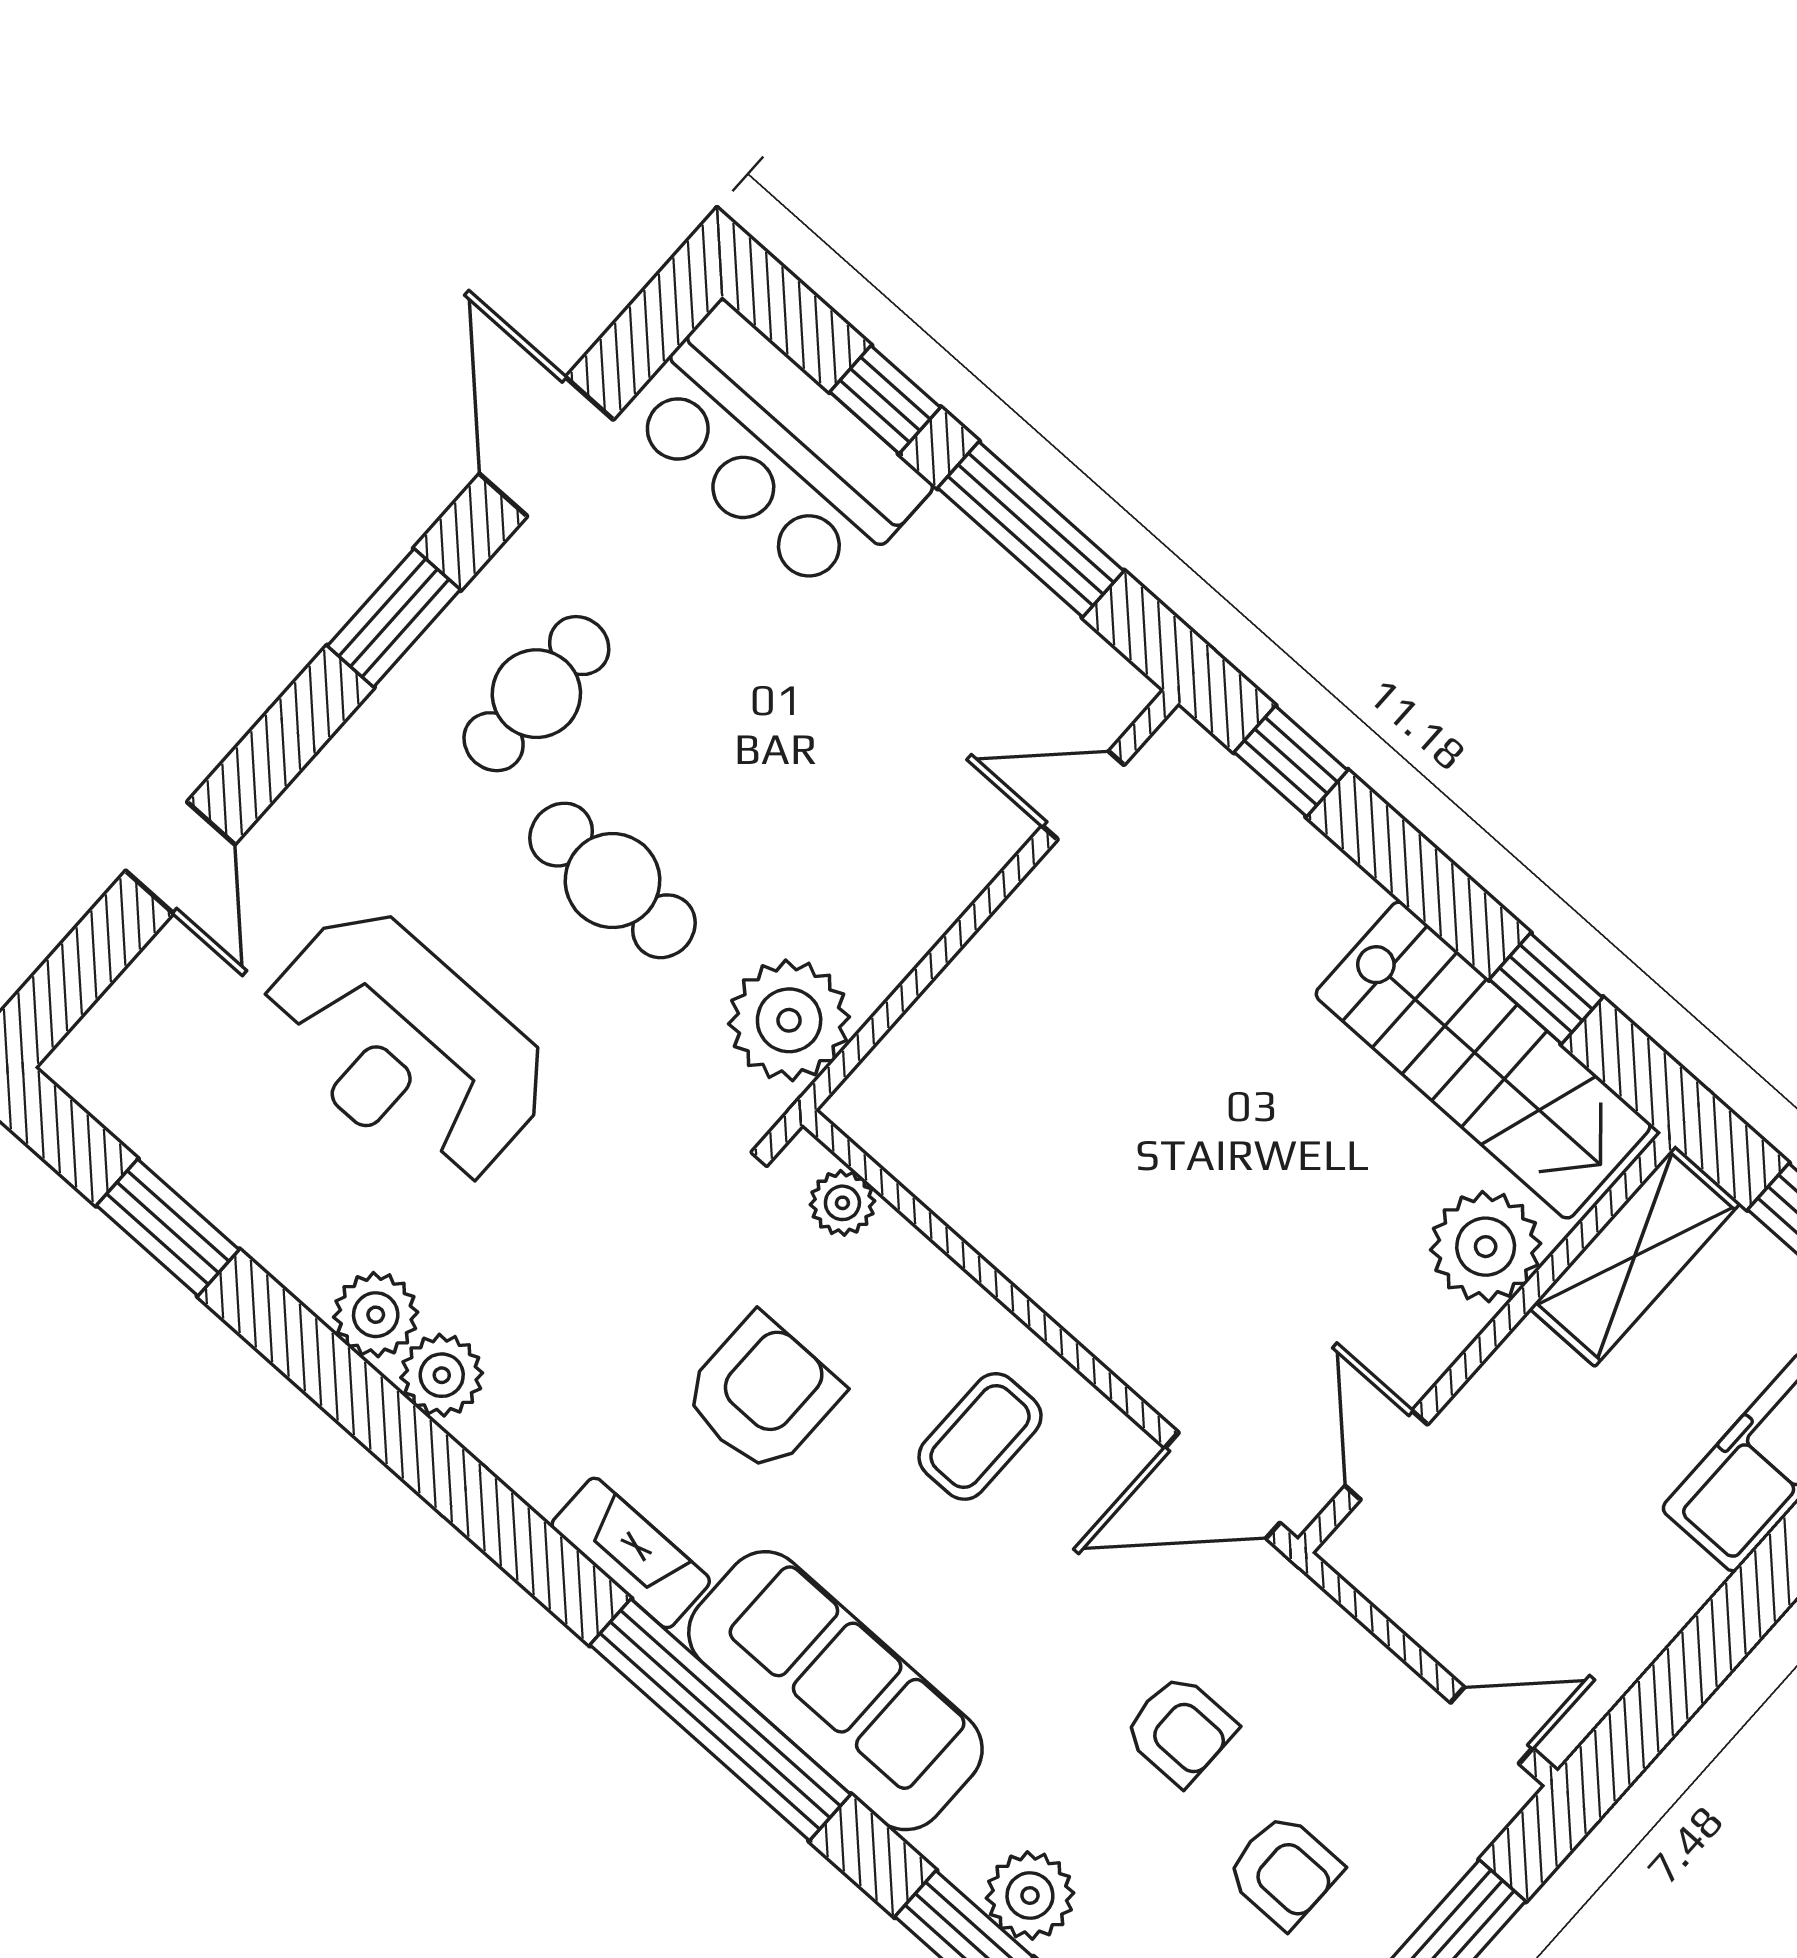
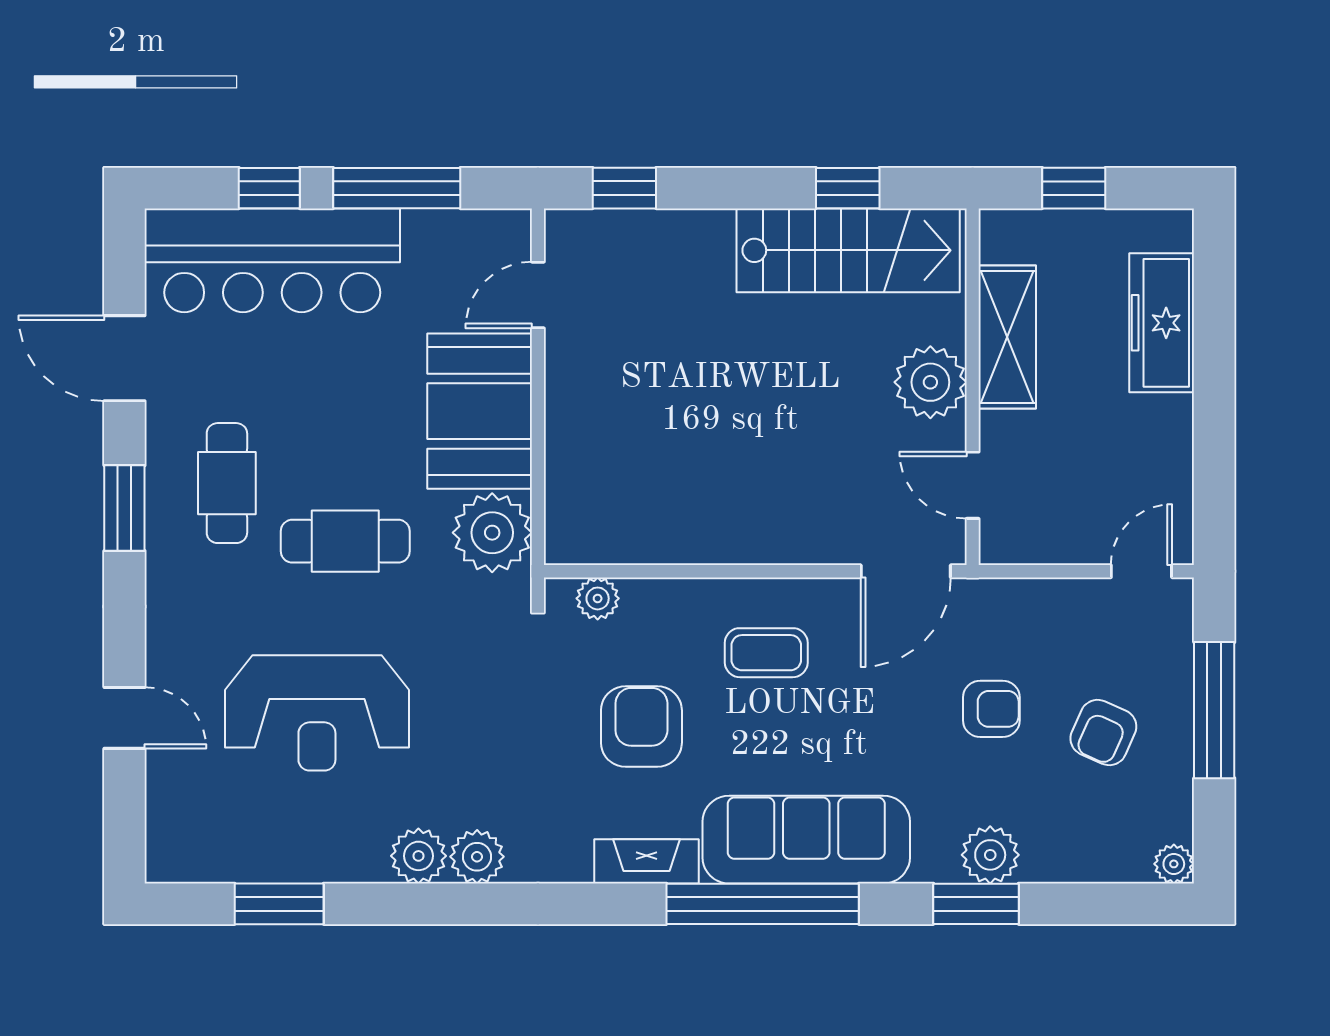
bar counter: (776, 451) -> (272, 260), width x1.36
booth: (898, 869) -> (480, 411), added
plant: (1486, 1247) -> (930, 382), moved
shelving: (1635, 1256) -> (1007, 337), moved
coffee table: (980, 1436) -> (766, 653), turned 90
armchair: (1284, 1871) -> (1103, 732), turned 114

